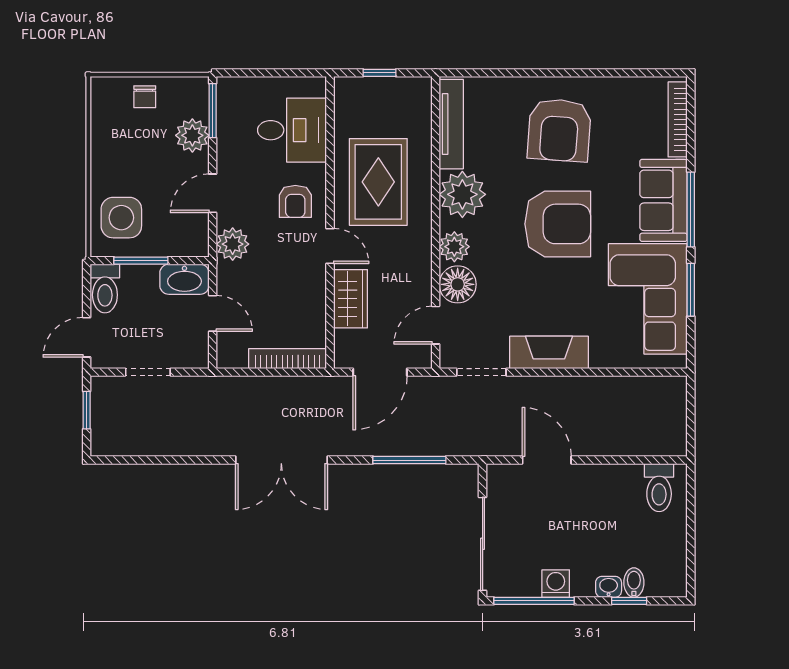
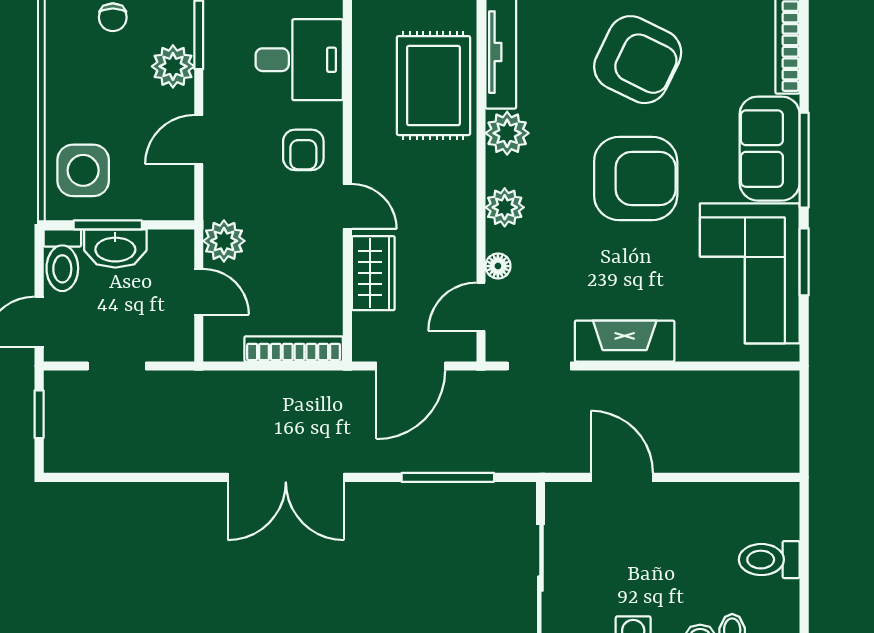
armchair: (559, 130) -> (638, 60), turned -68
rug: (378, 182) -> (433, 86), moved
plant: (462, 194) -> (507, 133), width x0.73, depth x0.73
plant: (233, 244) -> (224, 241), moved
washbasin: (184, 279) -> (115, 248), moved
floor lamp: (458, 284) -> (498, 266), width x0.53, depth x0.53
toilet: (659, 488) -> (769, 560), moved, turned 90

